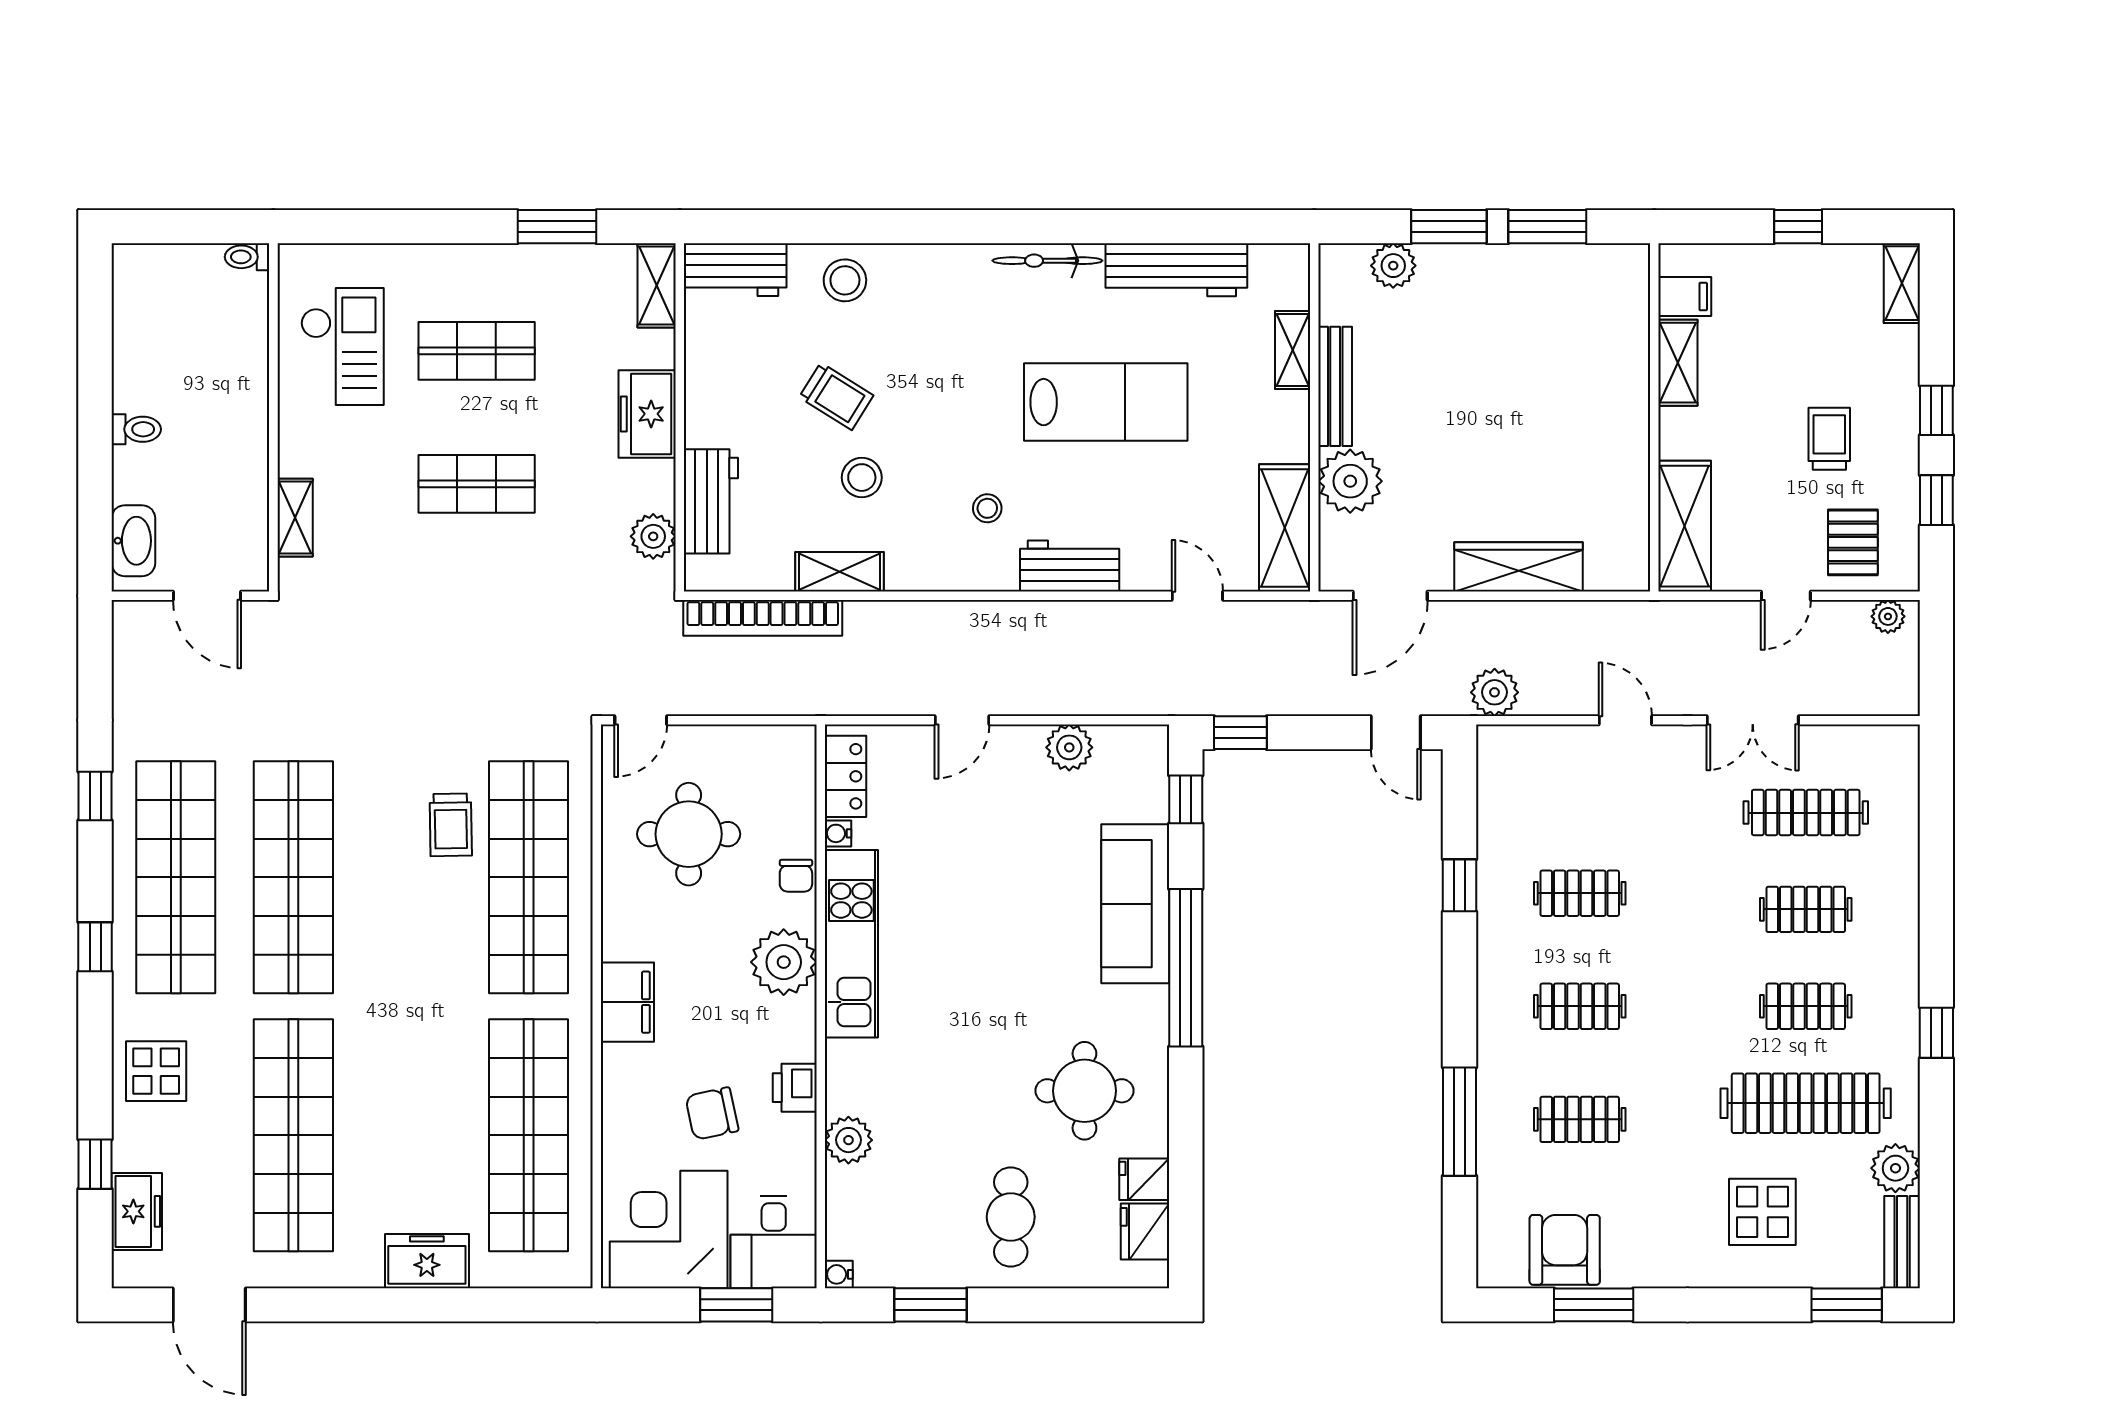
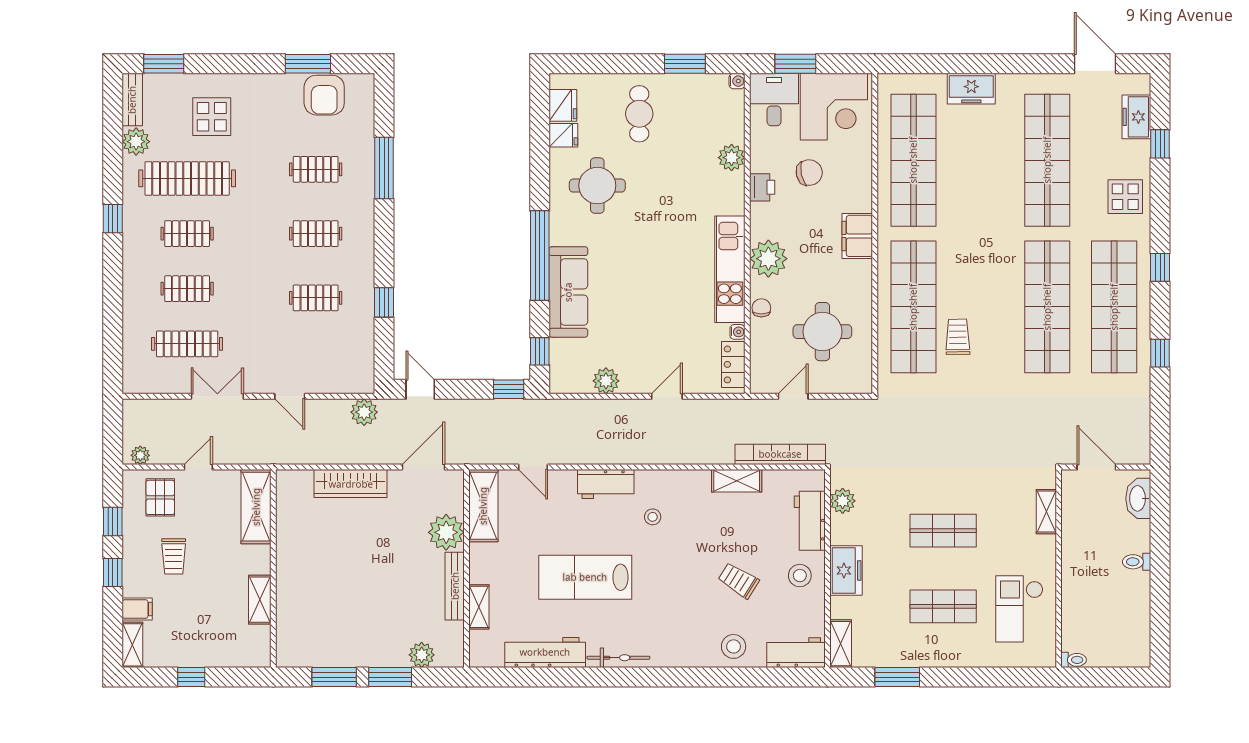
filing cabinet: (1685, 297) -> (137, 609), moved, turned 180
stool: (862, 478) -> (800, 576), moved
door: (641, 720) -> (793, 396), moved

